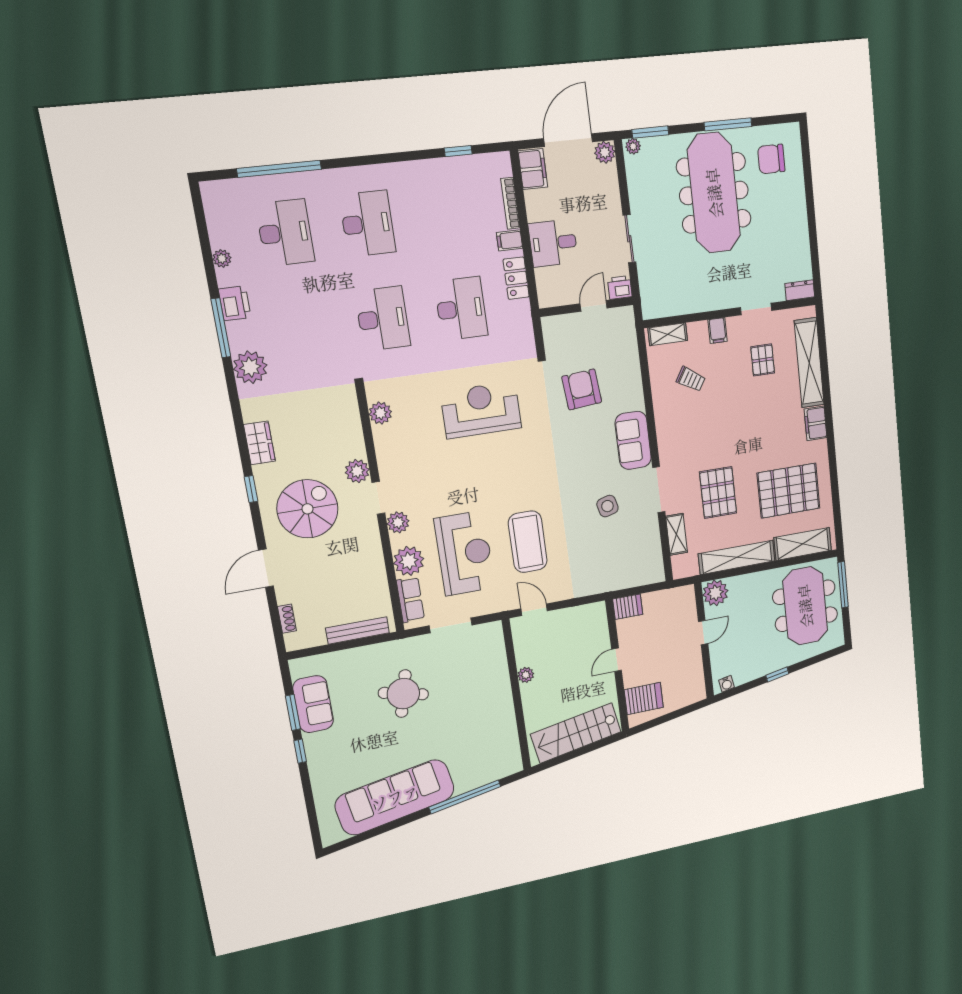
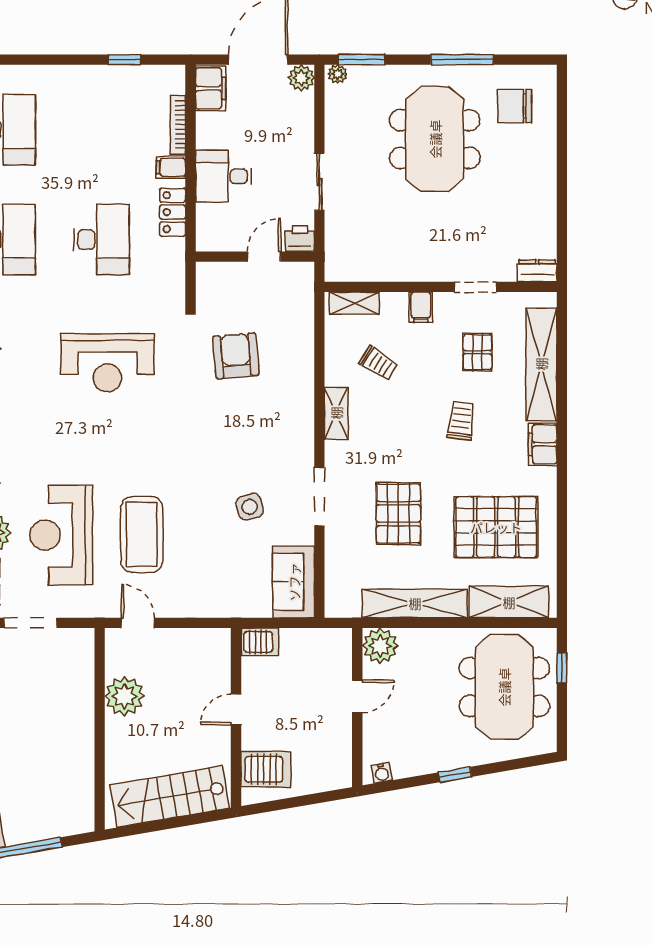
meeting table: (714, 193) -> (435, 139), width x0.73
reception desk: (481, 410) -> (107, 363), turned 180
trolley: (756, 415) -> (461, 421), added
sofa: (633, 440) -> (294, 582), moved
shelving: (676, 534) -> (336, 413), moved
reception desk: (465, 553) -> (61, 535), turned 180
window: (843, 585) -> (562, 668), width x0.46
plant: (526, 675) -> (124, 696), width x1.87, depth x1.87

